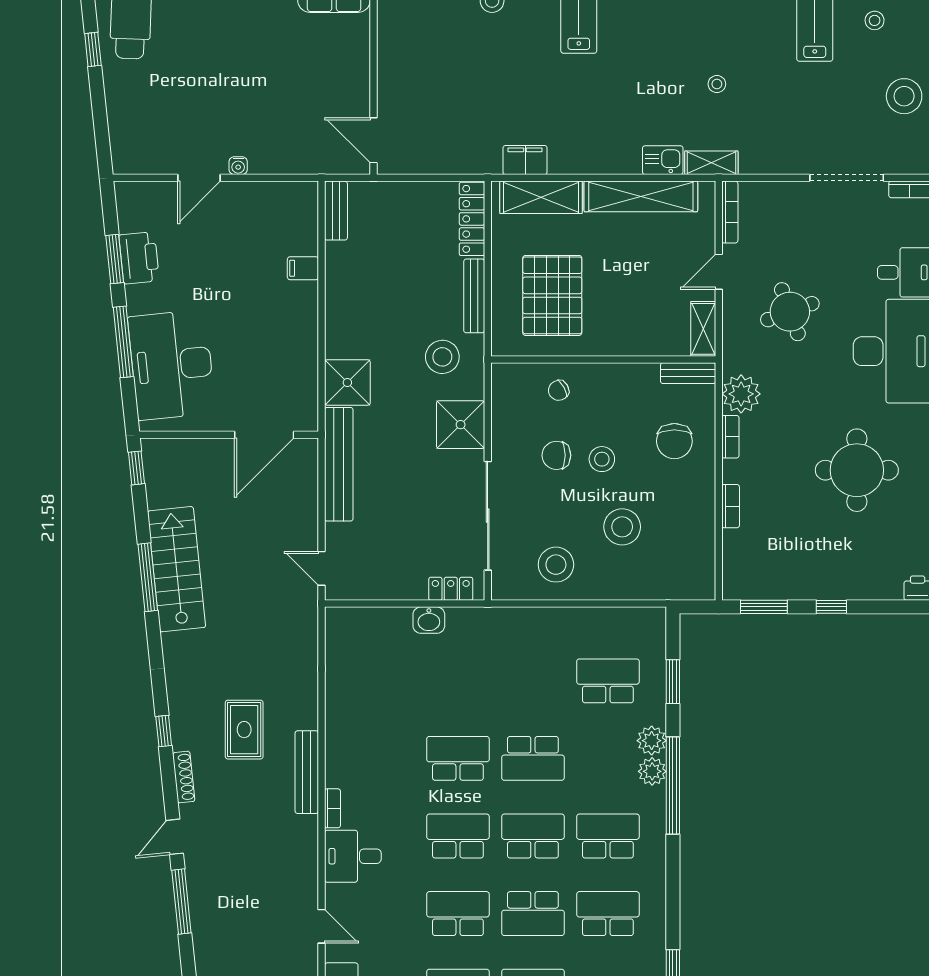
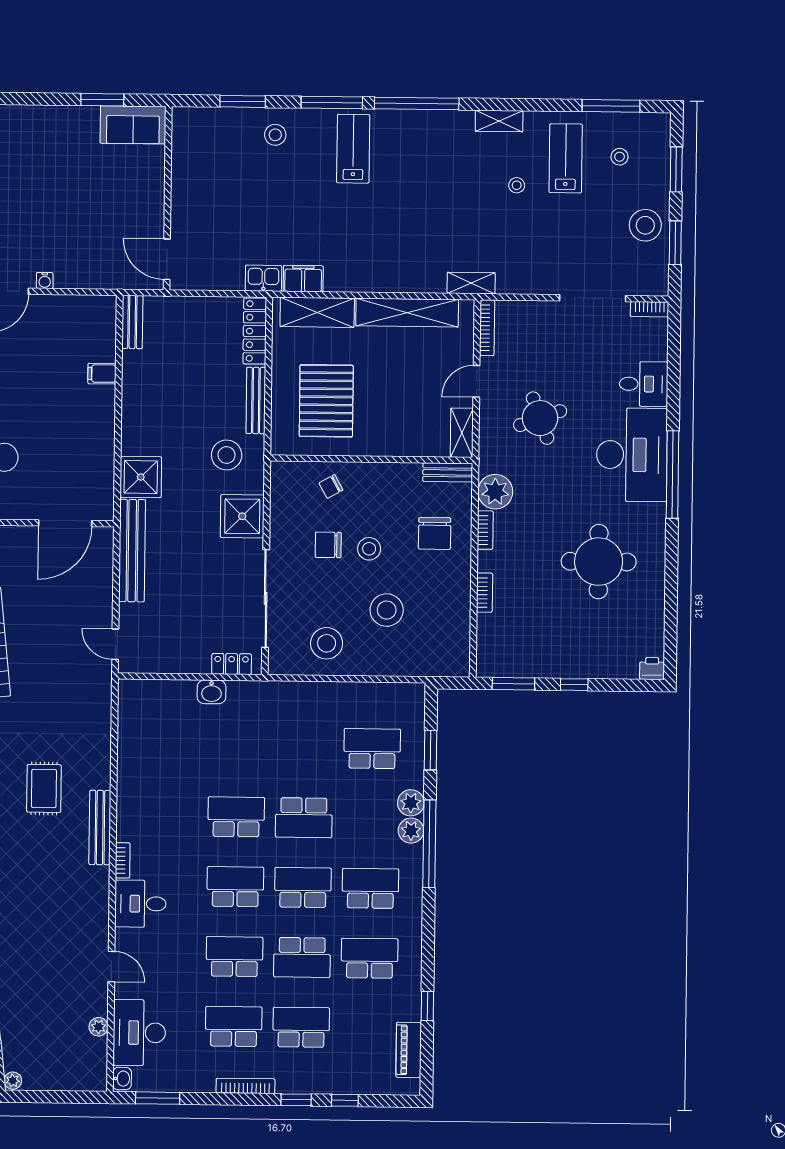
stool: (717, 84) -> (517, 185), moved
kitchen sink: (663, 160) -> (263, 278), moved

